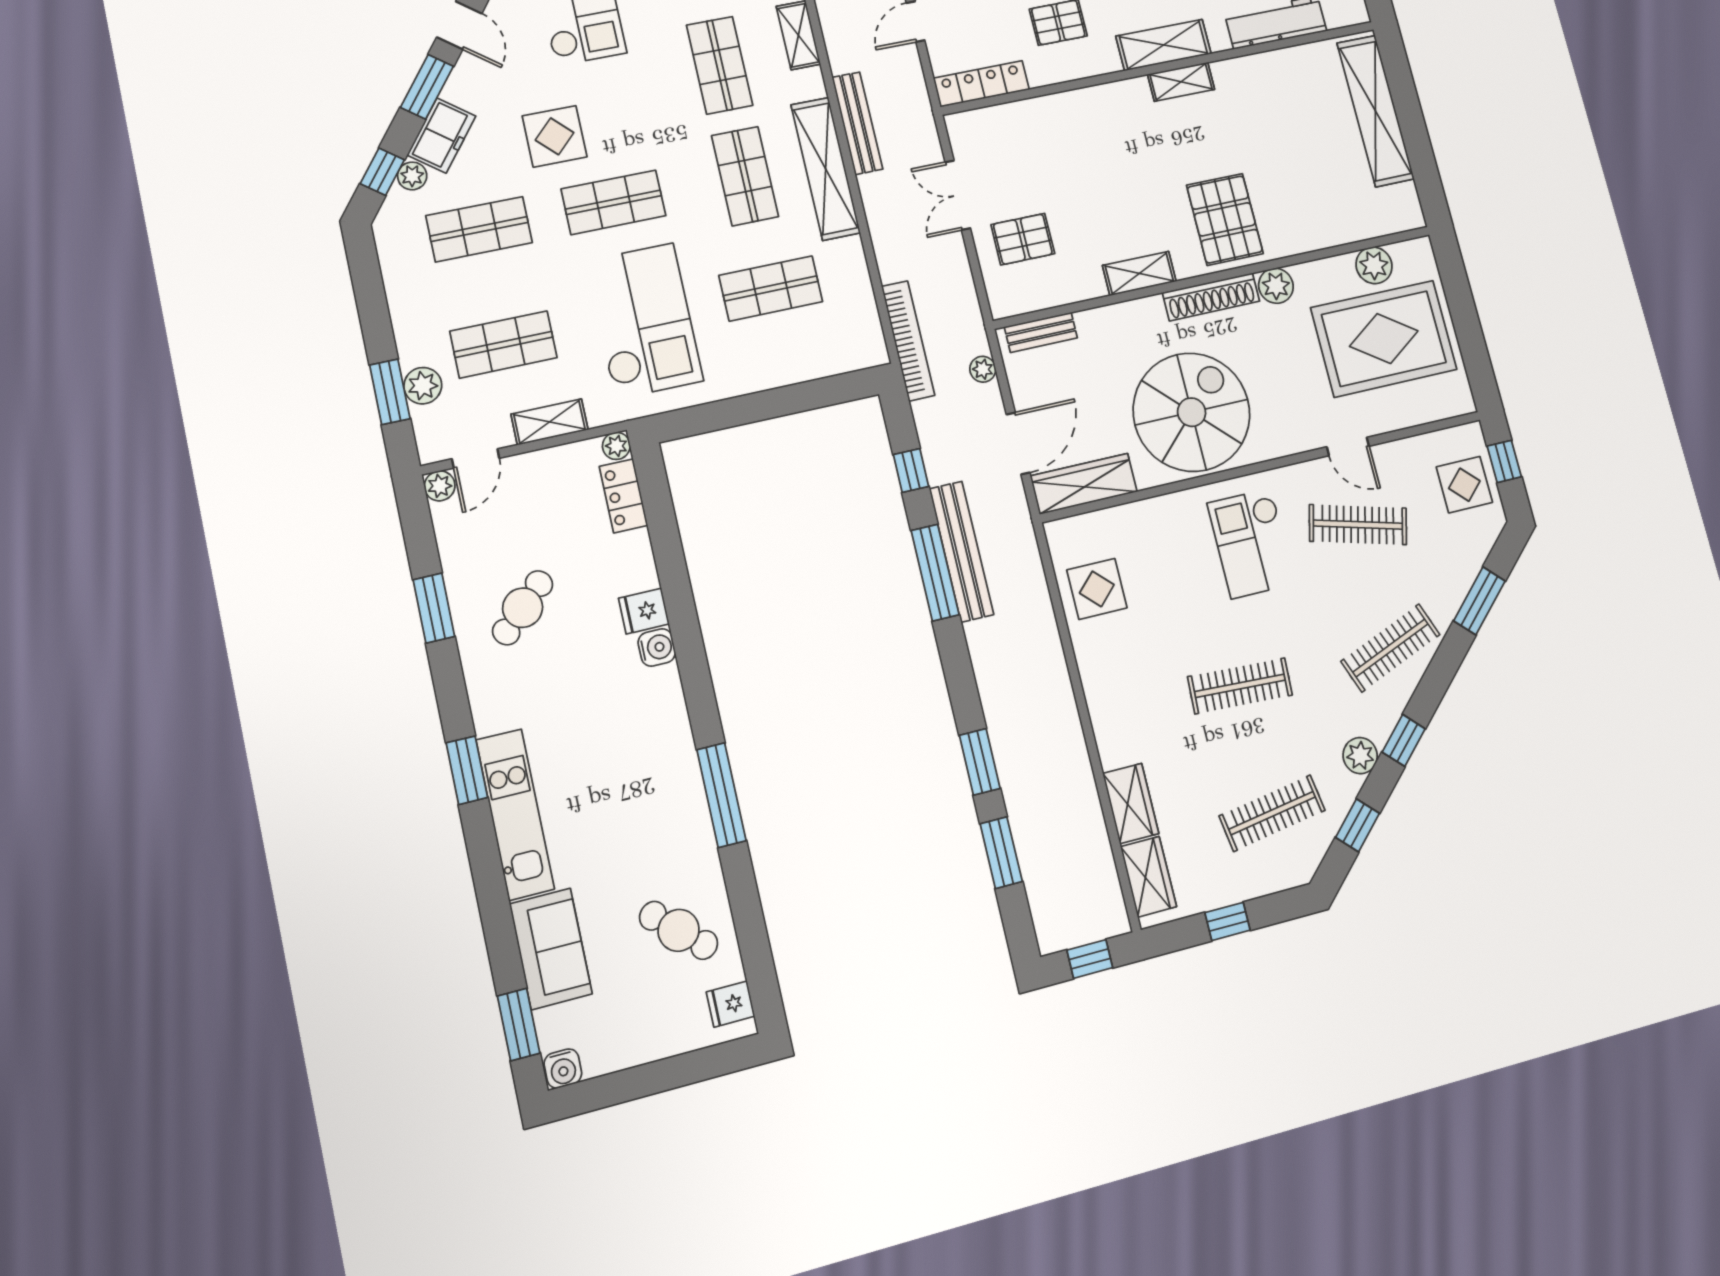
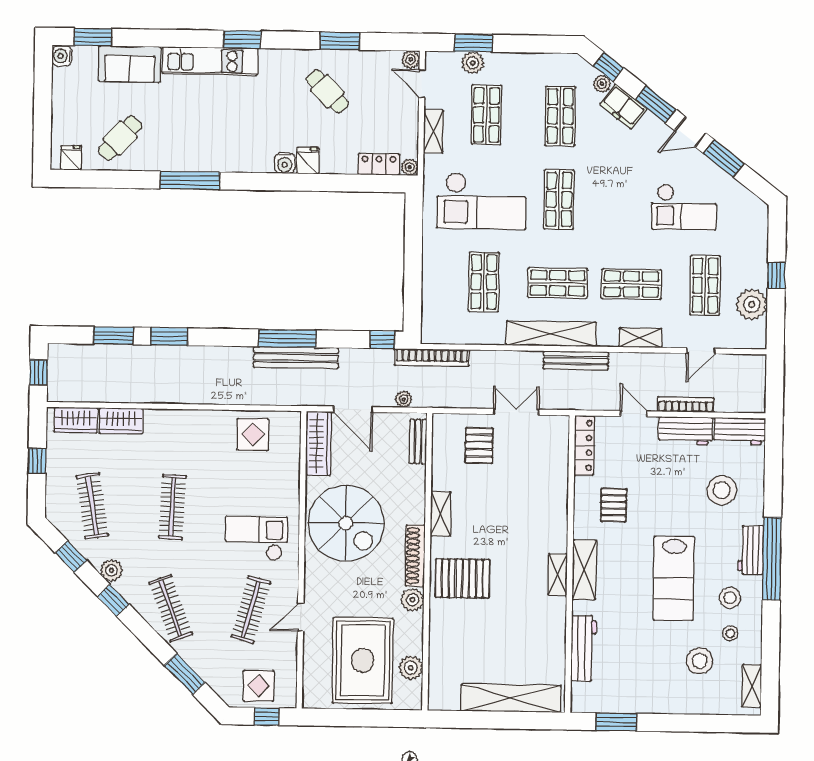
display table: (555, 136) -> (608, 174), removed
window: (911, 471) -> (382, 340), moved

